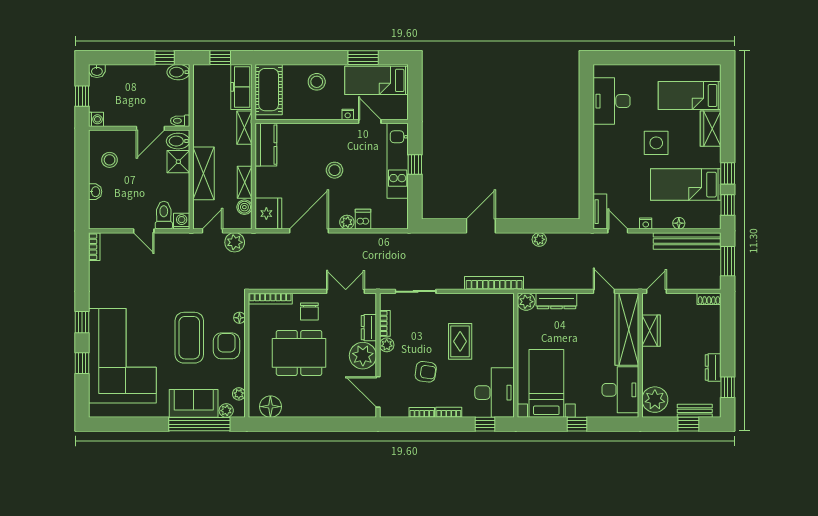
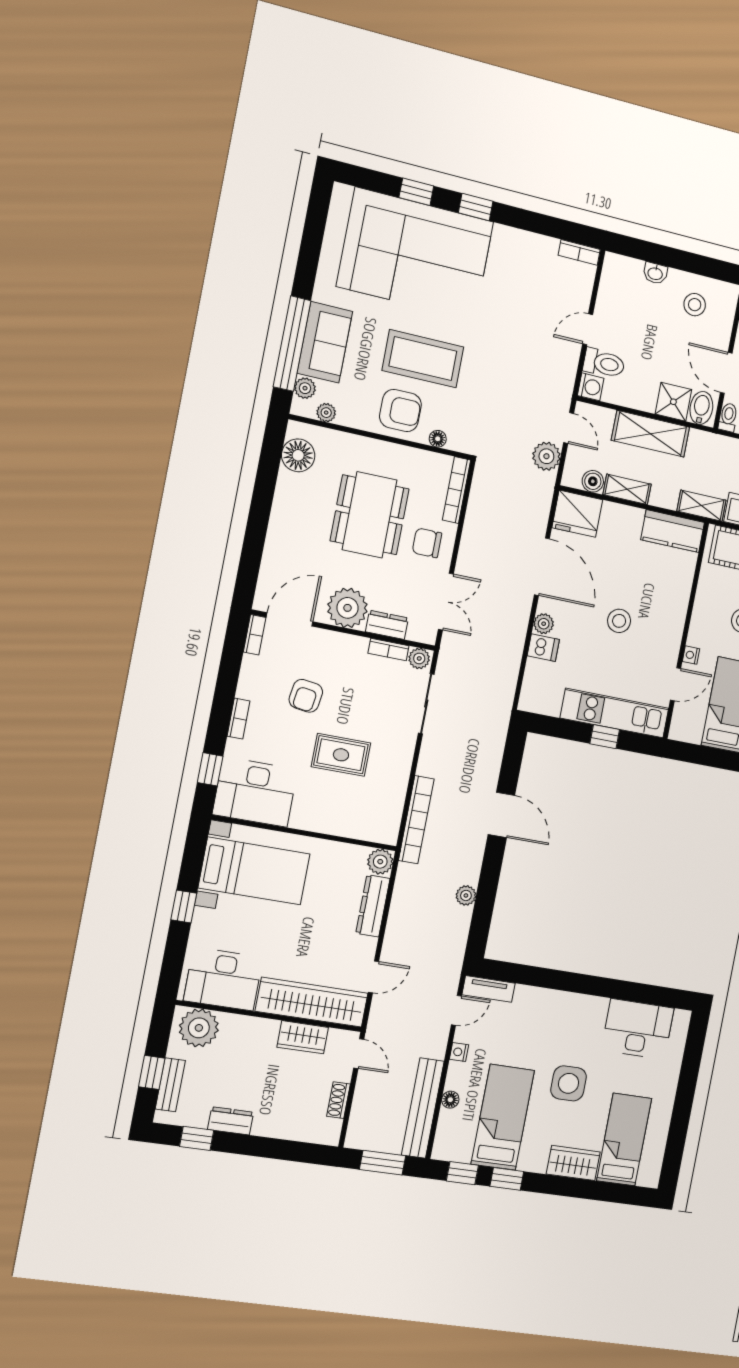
shoe rack: (709, 299) -> (339, 1100), moved
plant: (387, 345) -> (419, 658), moved
bookcase: (422, 412) -> (255, 635), moved

